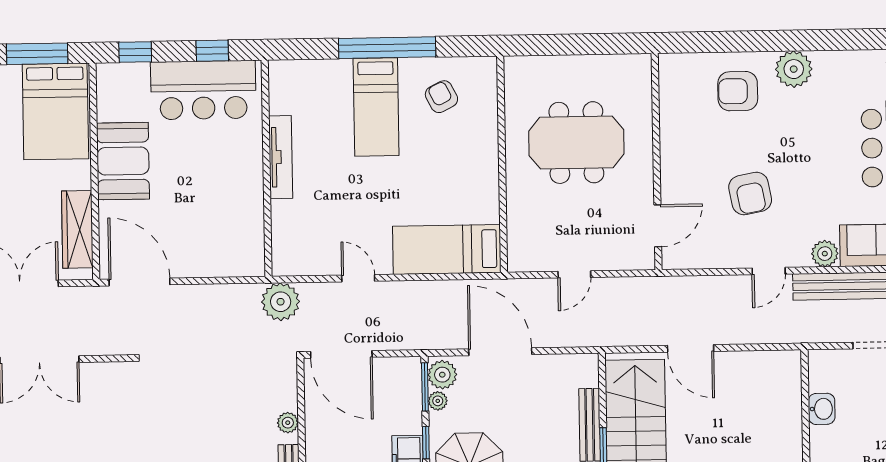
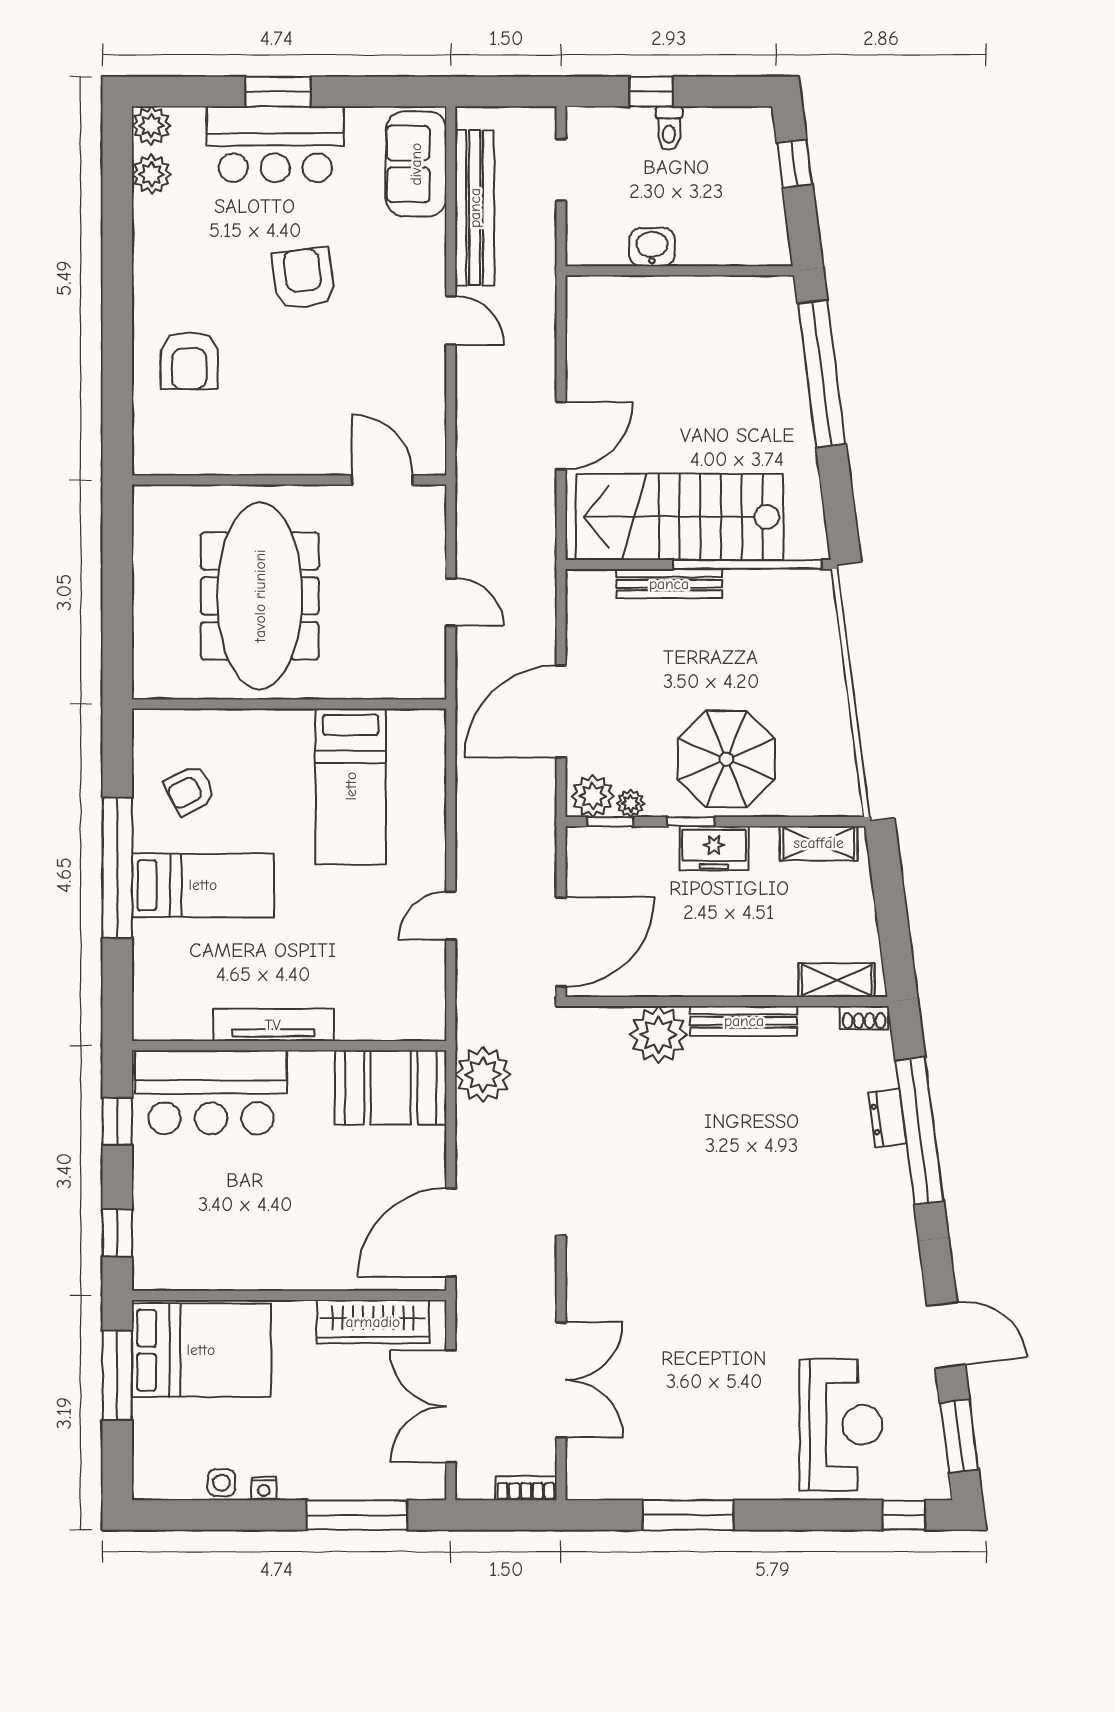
plant: (794, 69) -> (152, 174), moved, width x0.73, depth x0.73
bar counter: (203, 90) -> (211, 1092), moved, turned 90
meeting table: (576, 143) -> (260, 596), width x1.36
booth: (123, 161) -> (391, 1087), moved
armchair: (750, 194) -> (303, 278), moved, turned -86
bed: (447, 249) -> (351, 786), moved
plant: (825, 254) -> (427, 239), removed
plant: (281, 302) -> (483, 1075), moved
window: (425, 387) -> (610, 822), width x0.67
plant: (288, 423) -> (658, 1035), width x1.88, depth x1.88

